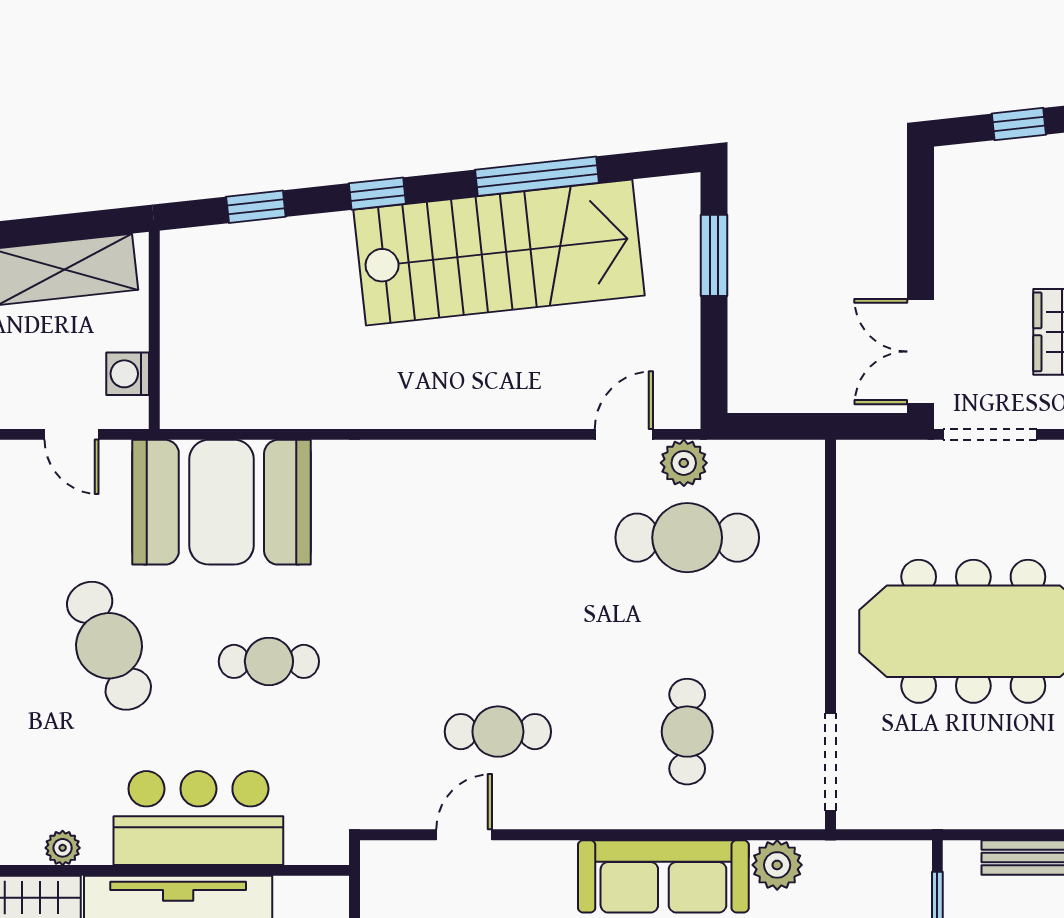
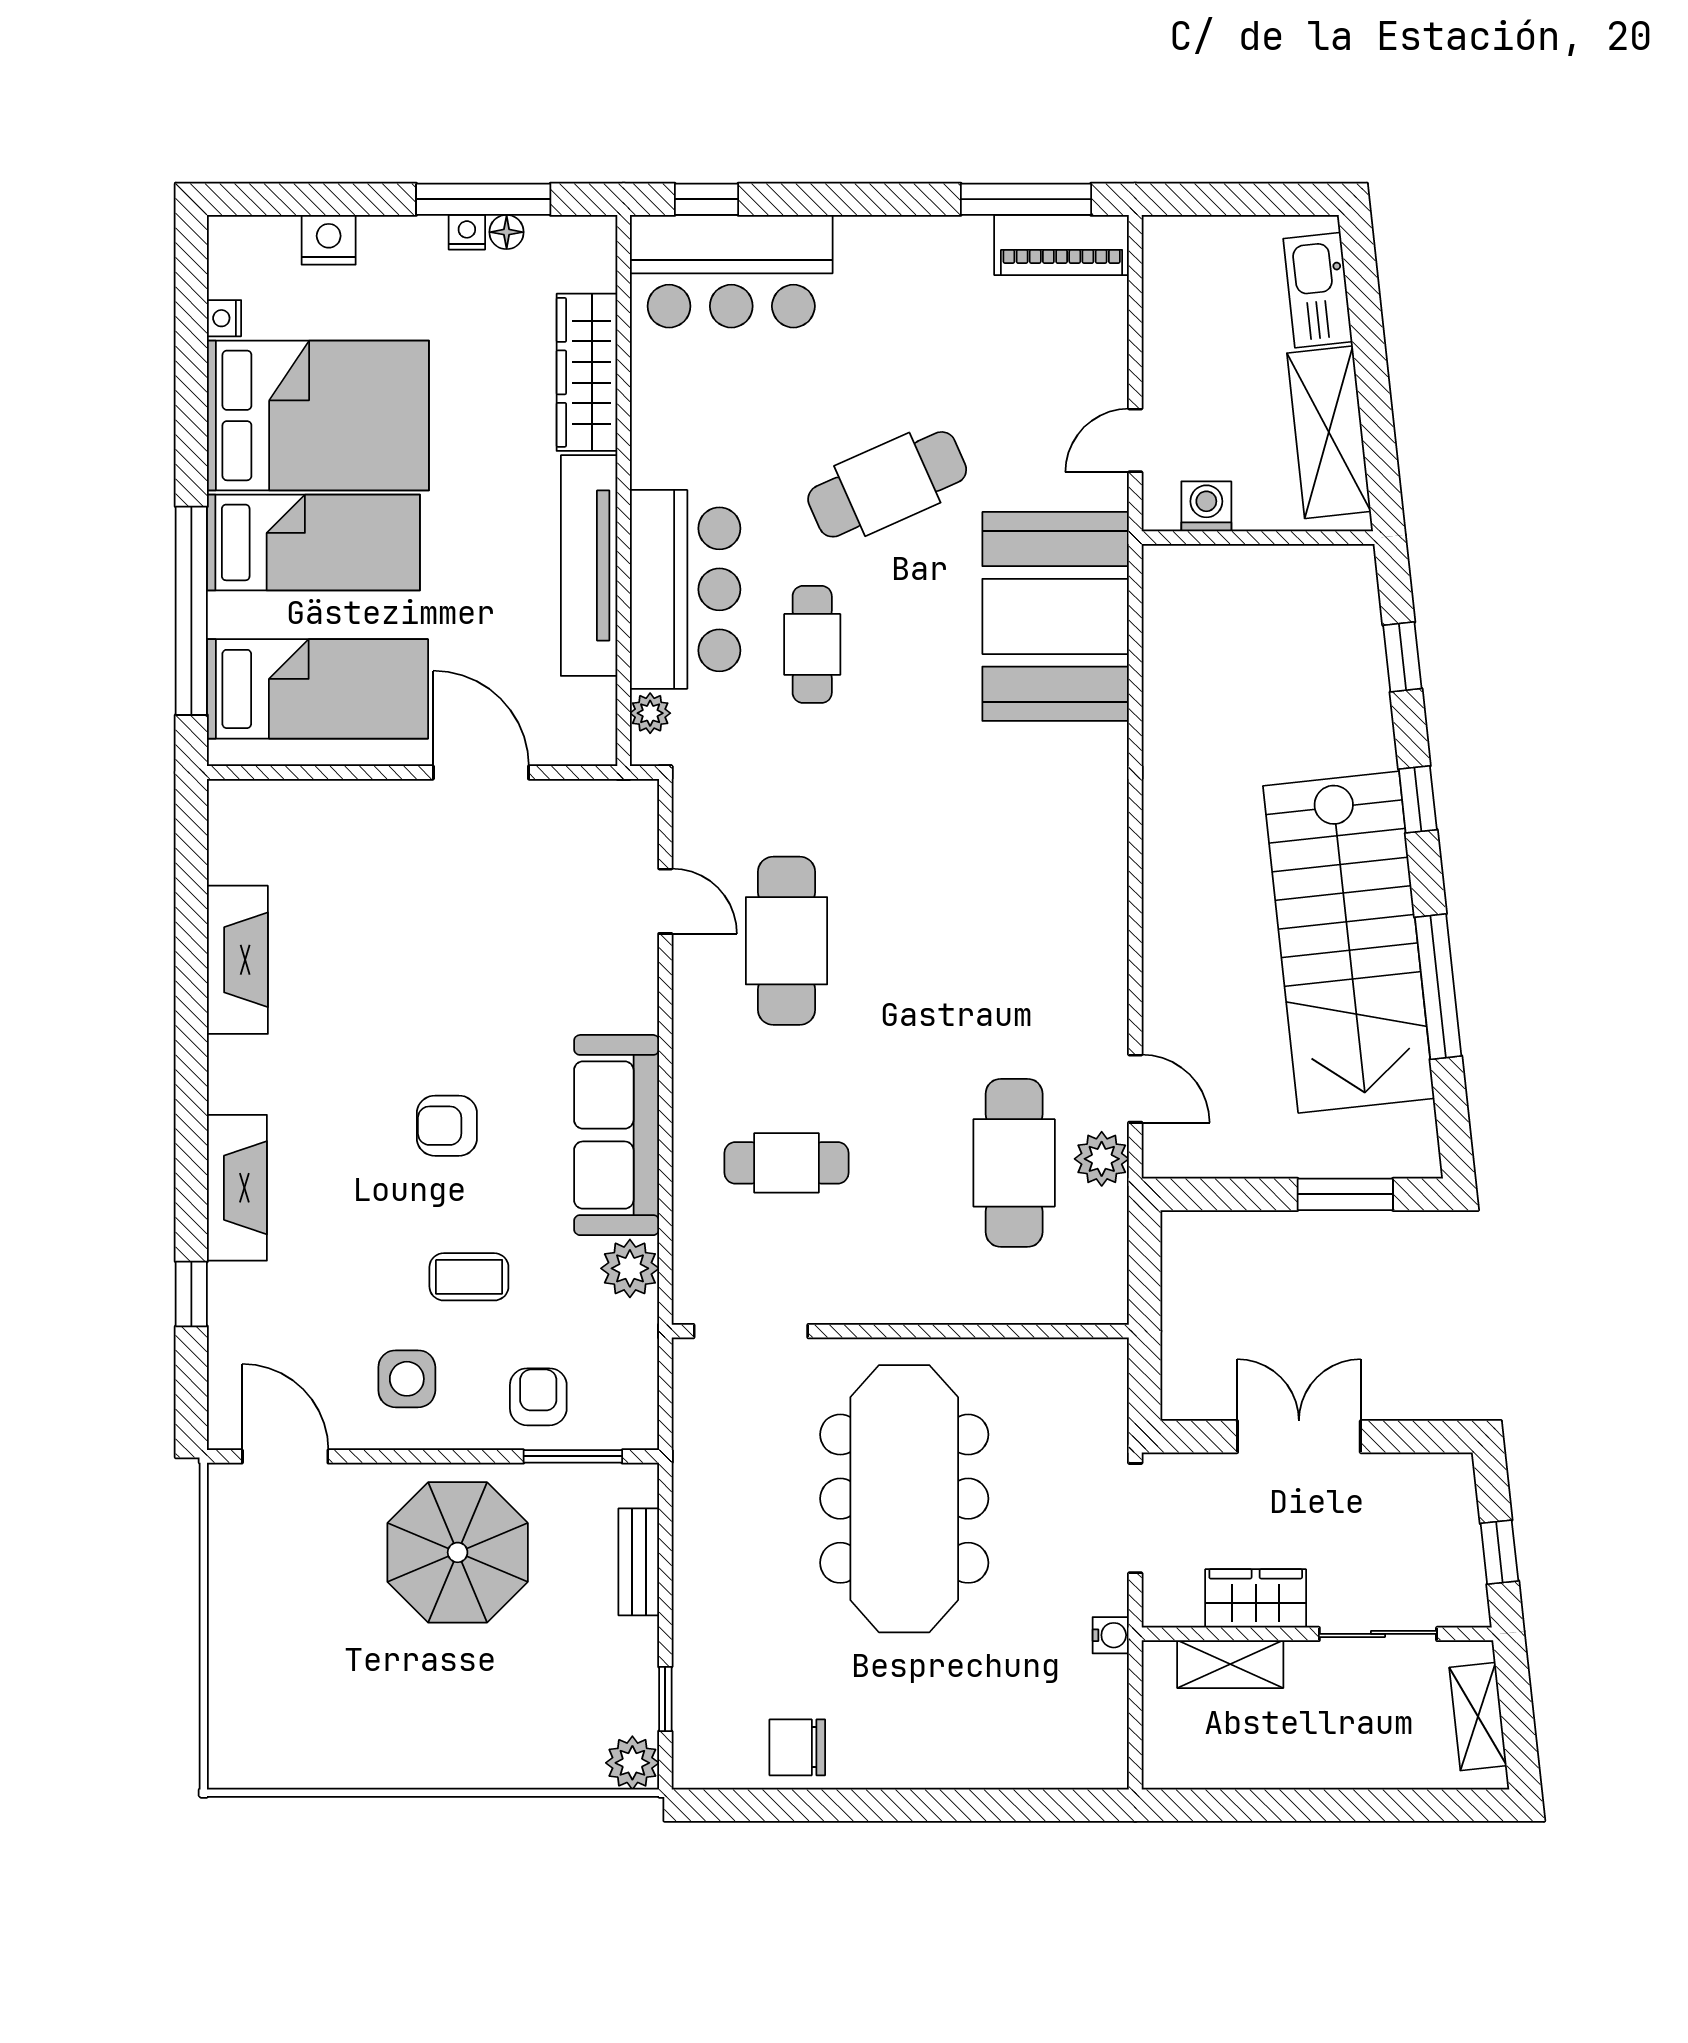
double door: (920, 352) -> (1299, 1437), moved
cafe table: (269, 661) -> (812, 644), moved
cafe table: (498, 732) -> (787, 941), width x1.37, depth x1.35
plant: (63, 848) -> (650, 713), moved

